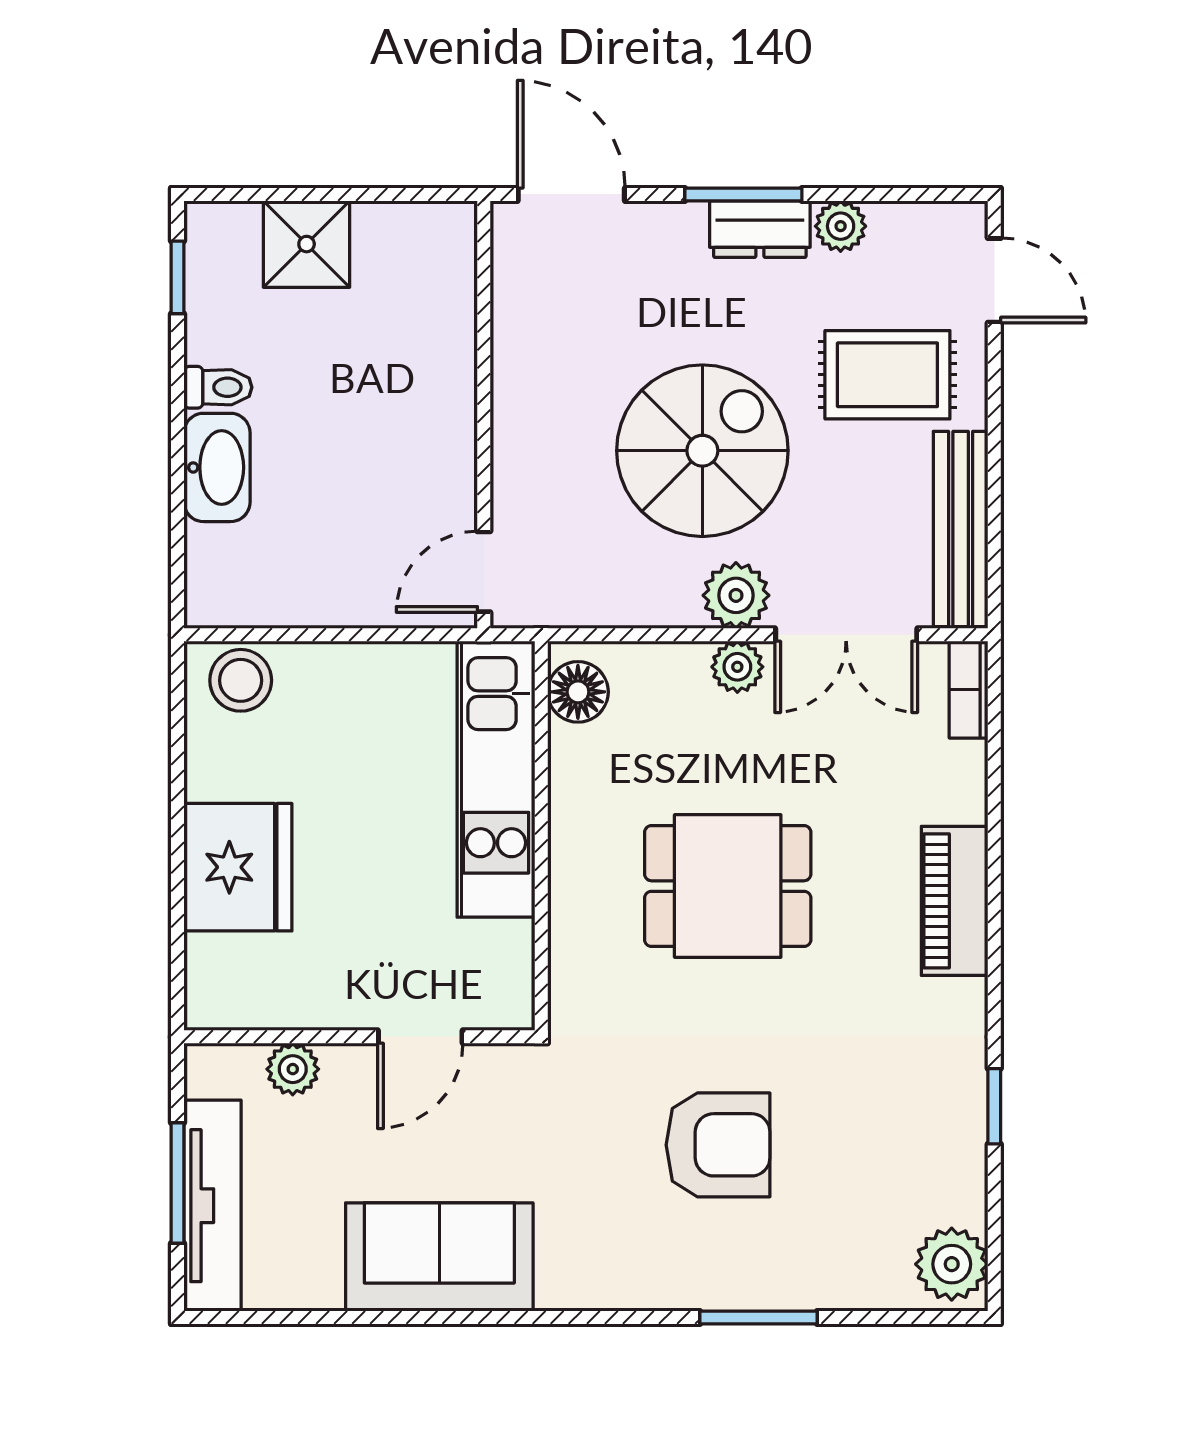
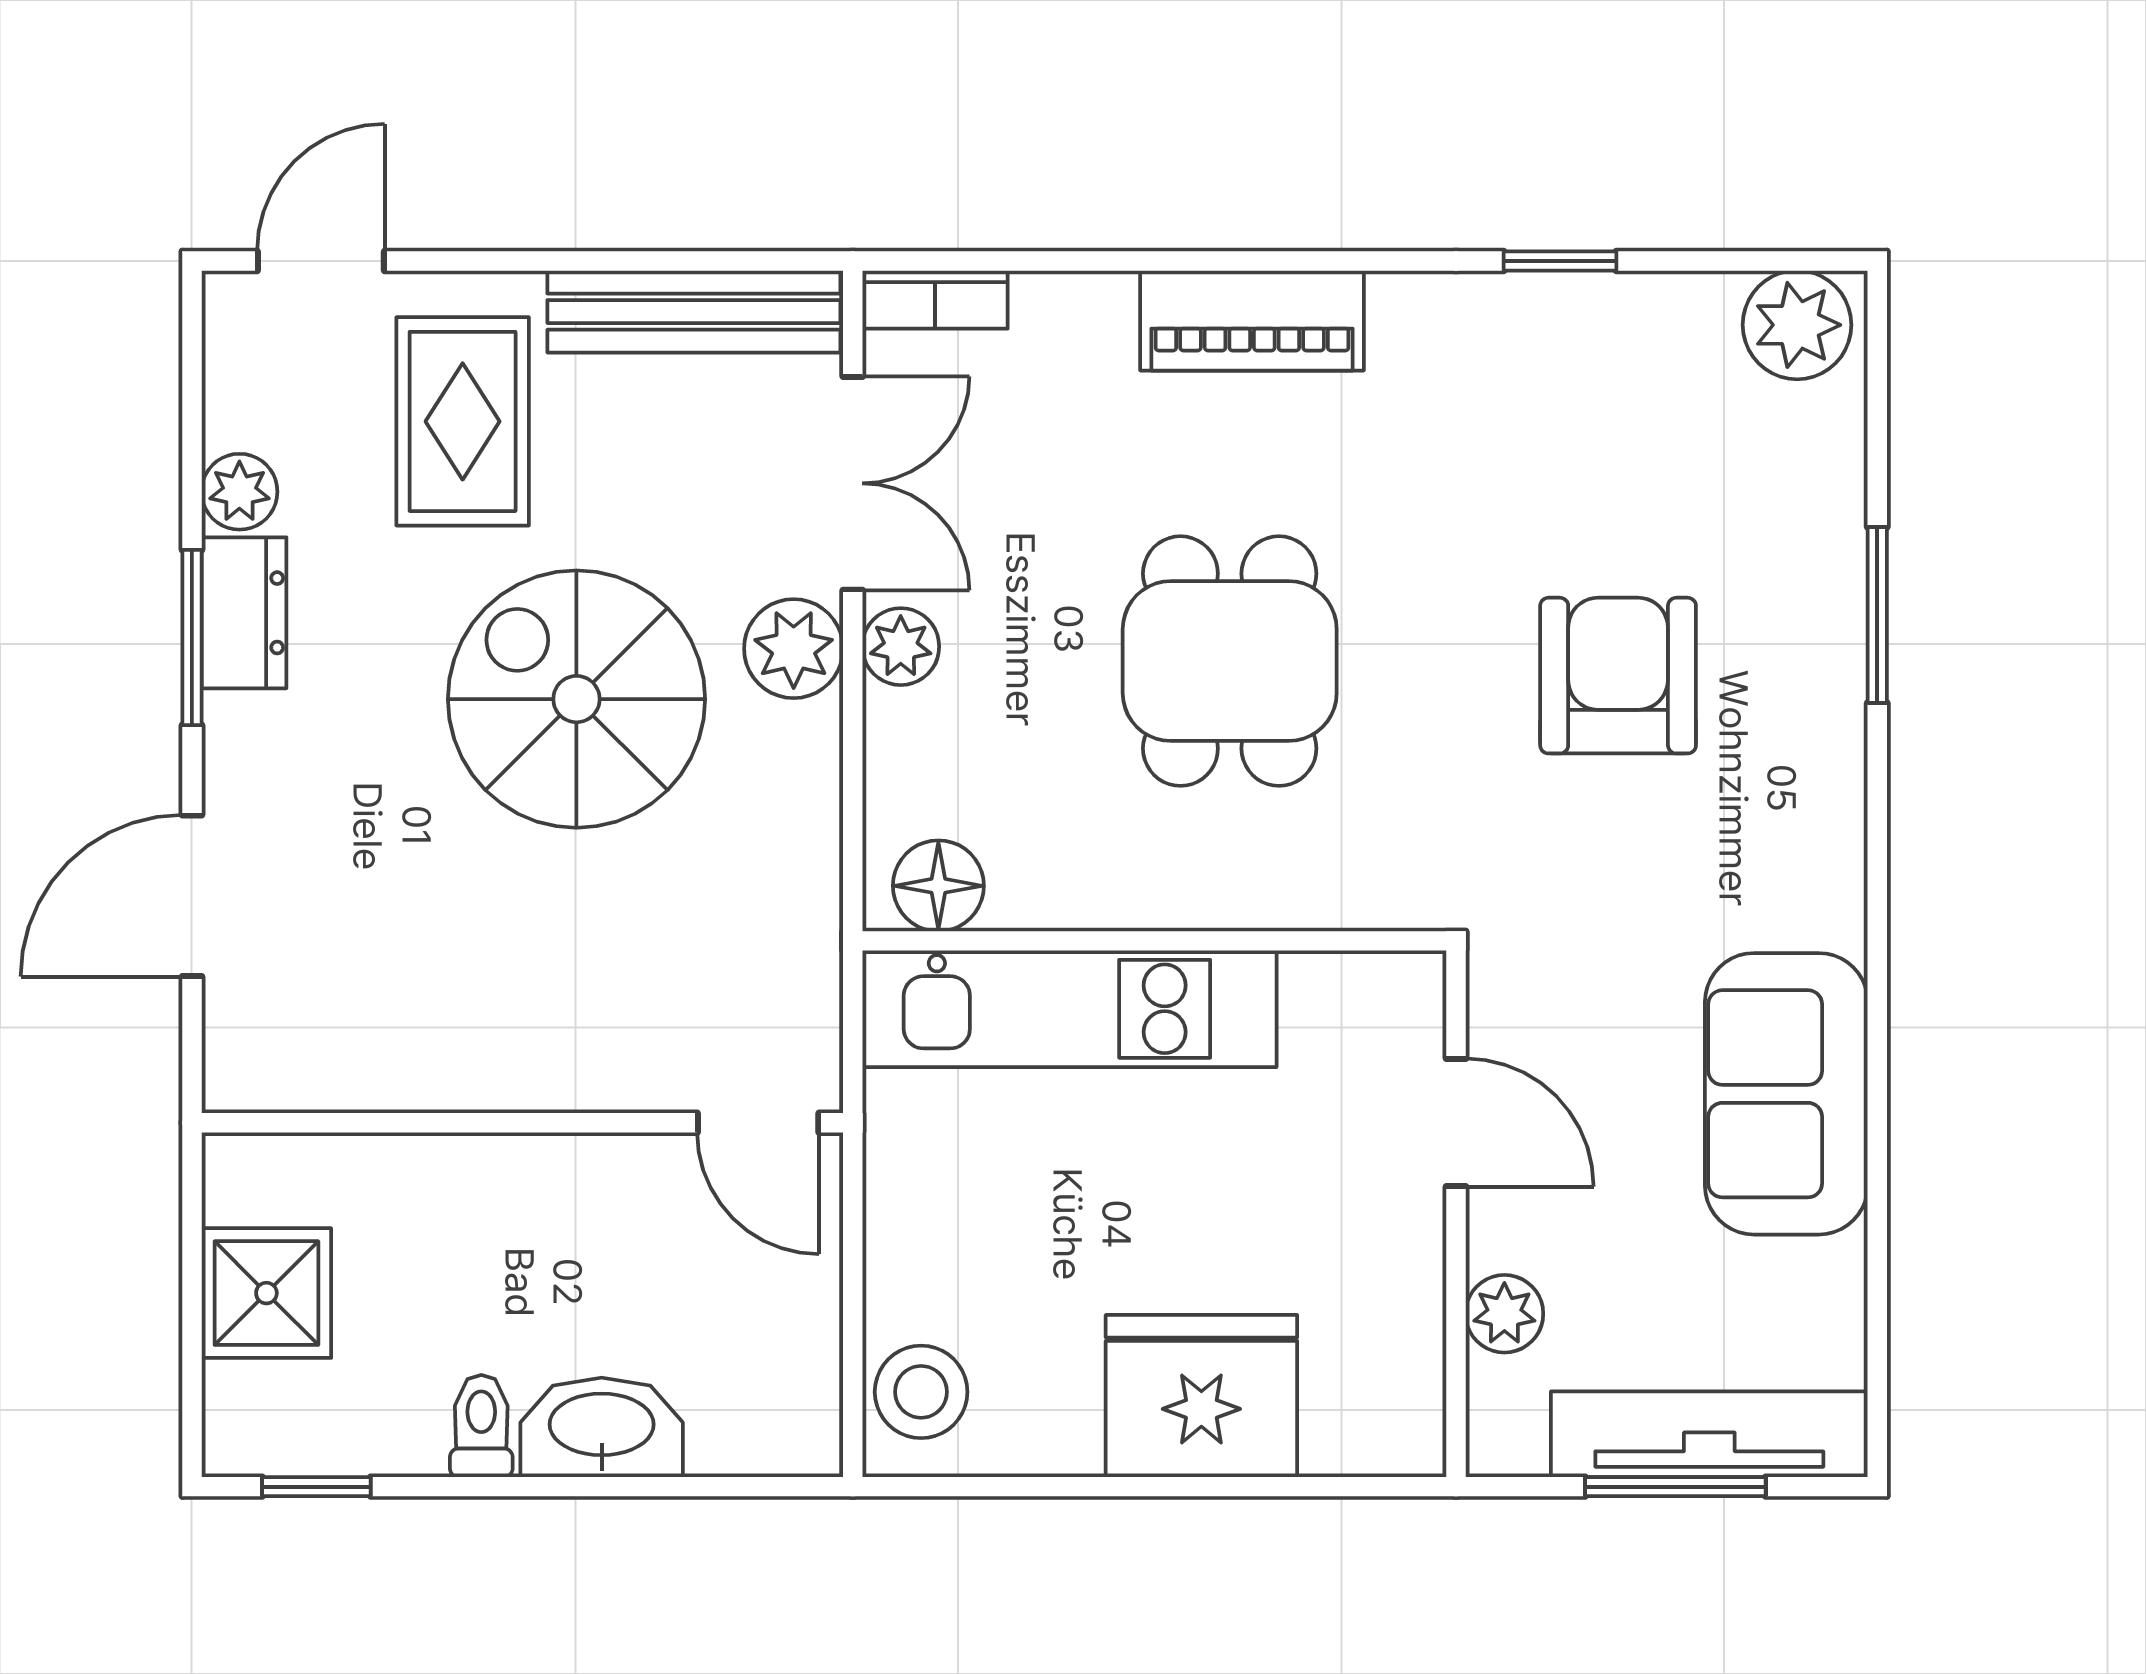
wall: (484, 415) -> (522, 1123), moved
door: (484, 572) -> (758, 1123), moved

